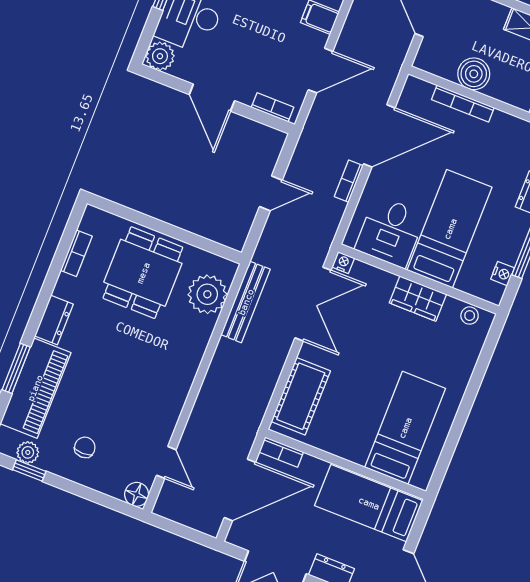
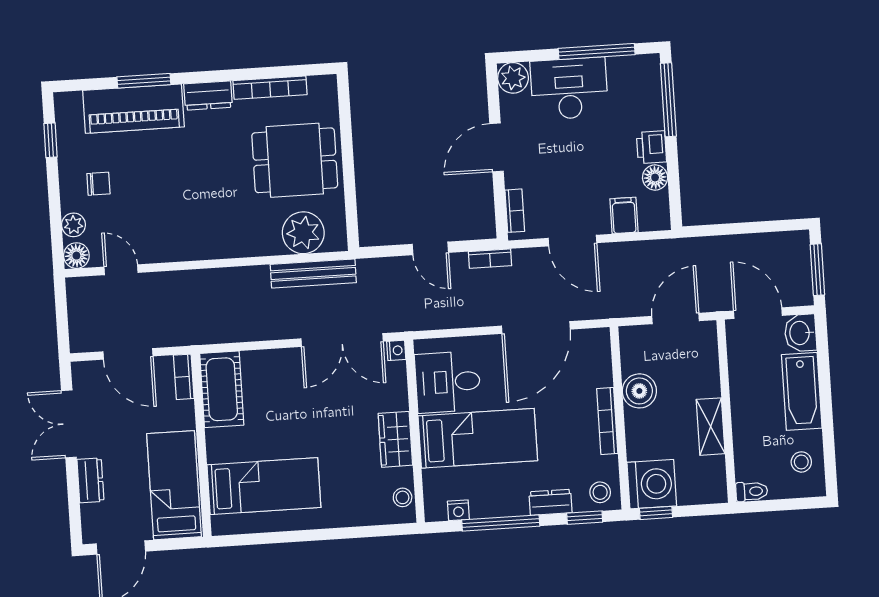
bookcase: (463, 104) -> (607, 421), moved
door: (379, 136) -> (536, 328), hinge flipped
bookcase: (349, 181) -> (490, 259), moved, turned 180
bookcase: (76, 253) -> (270, 88), width x1.56
cot: (301, 396) -> (222, 389), moved, turned 90
plant: (28, 452) -> (73, 225), moved
door: (166, 462) -> (121, 270), swing flipped
door: (240, 490) -> (128, 354), width x0.73

